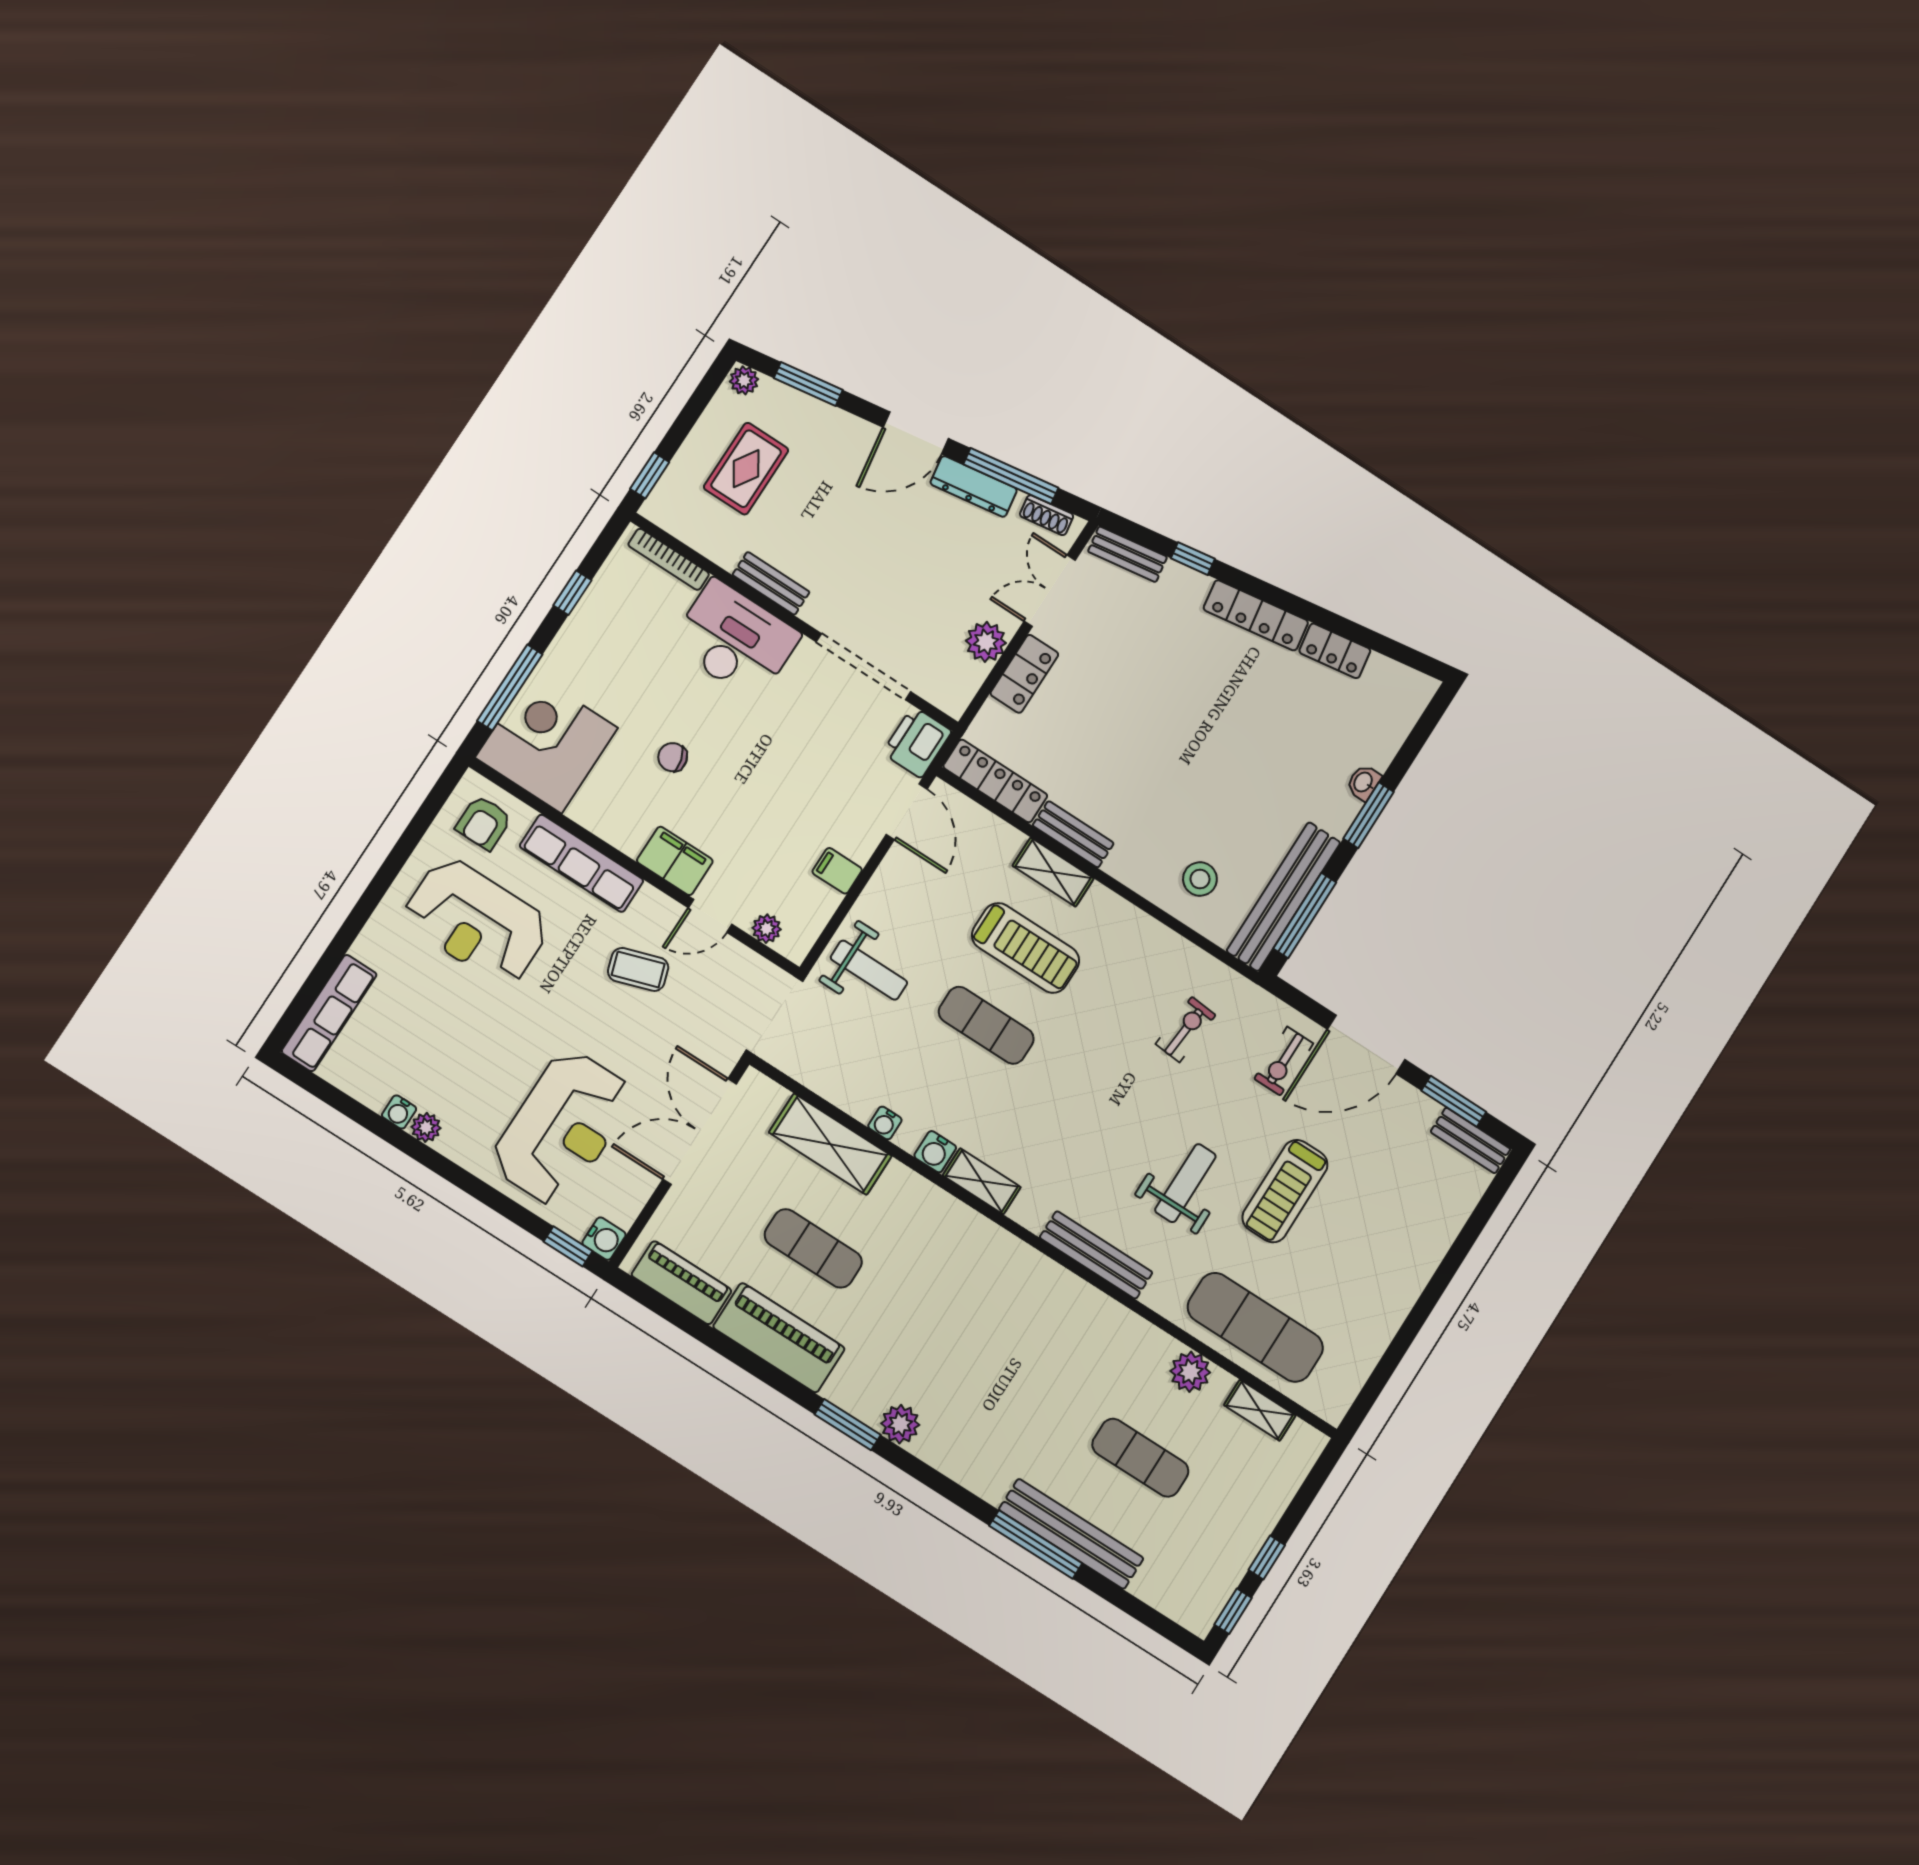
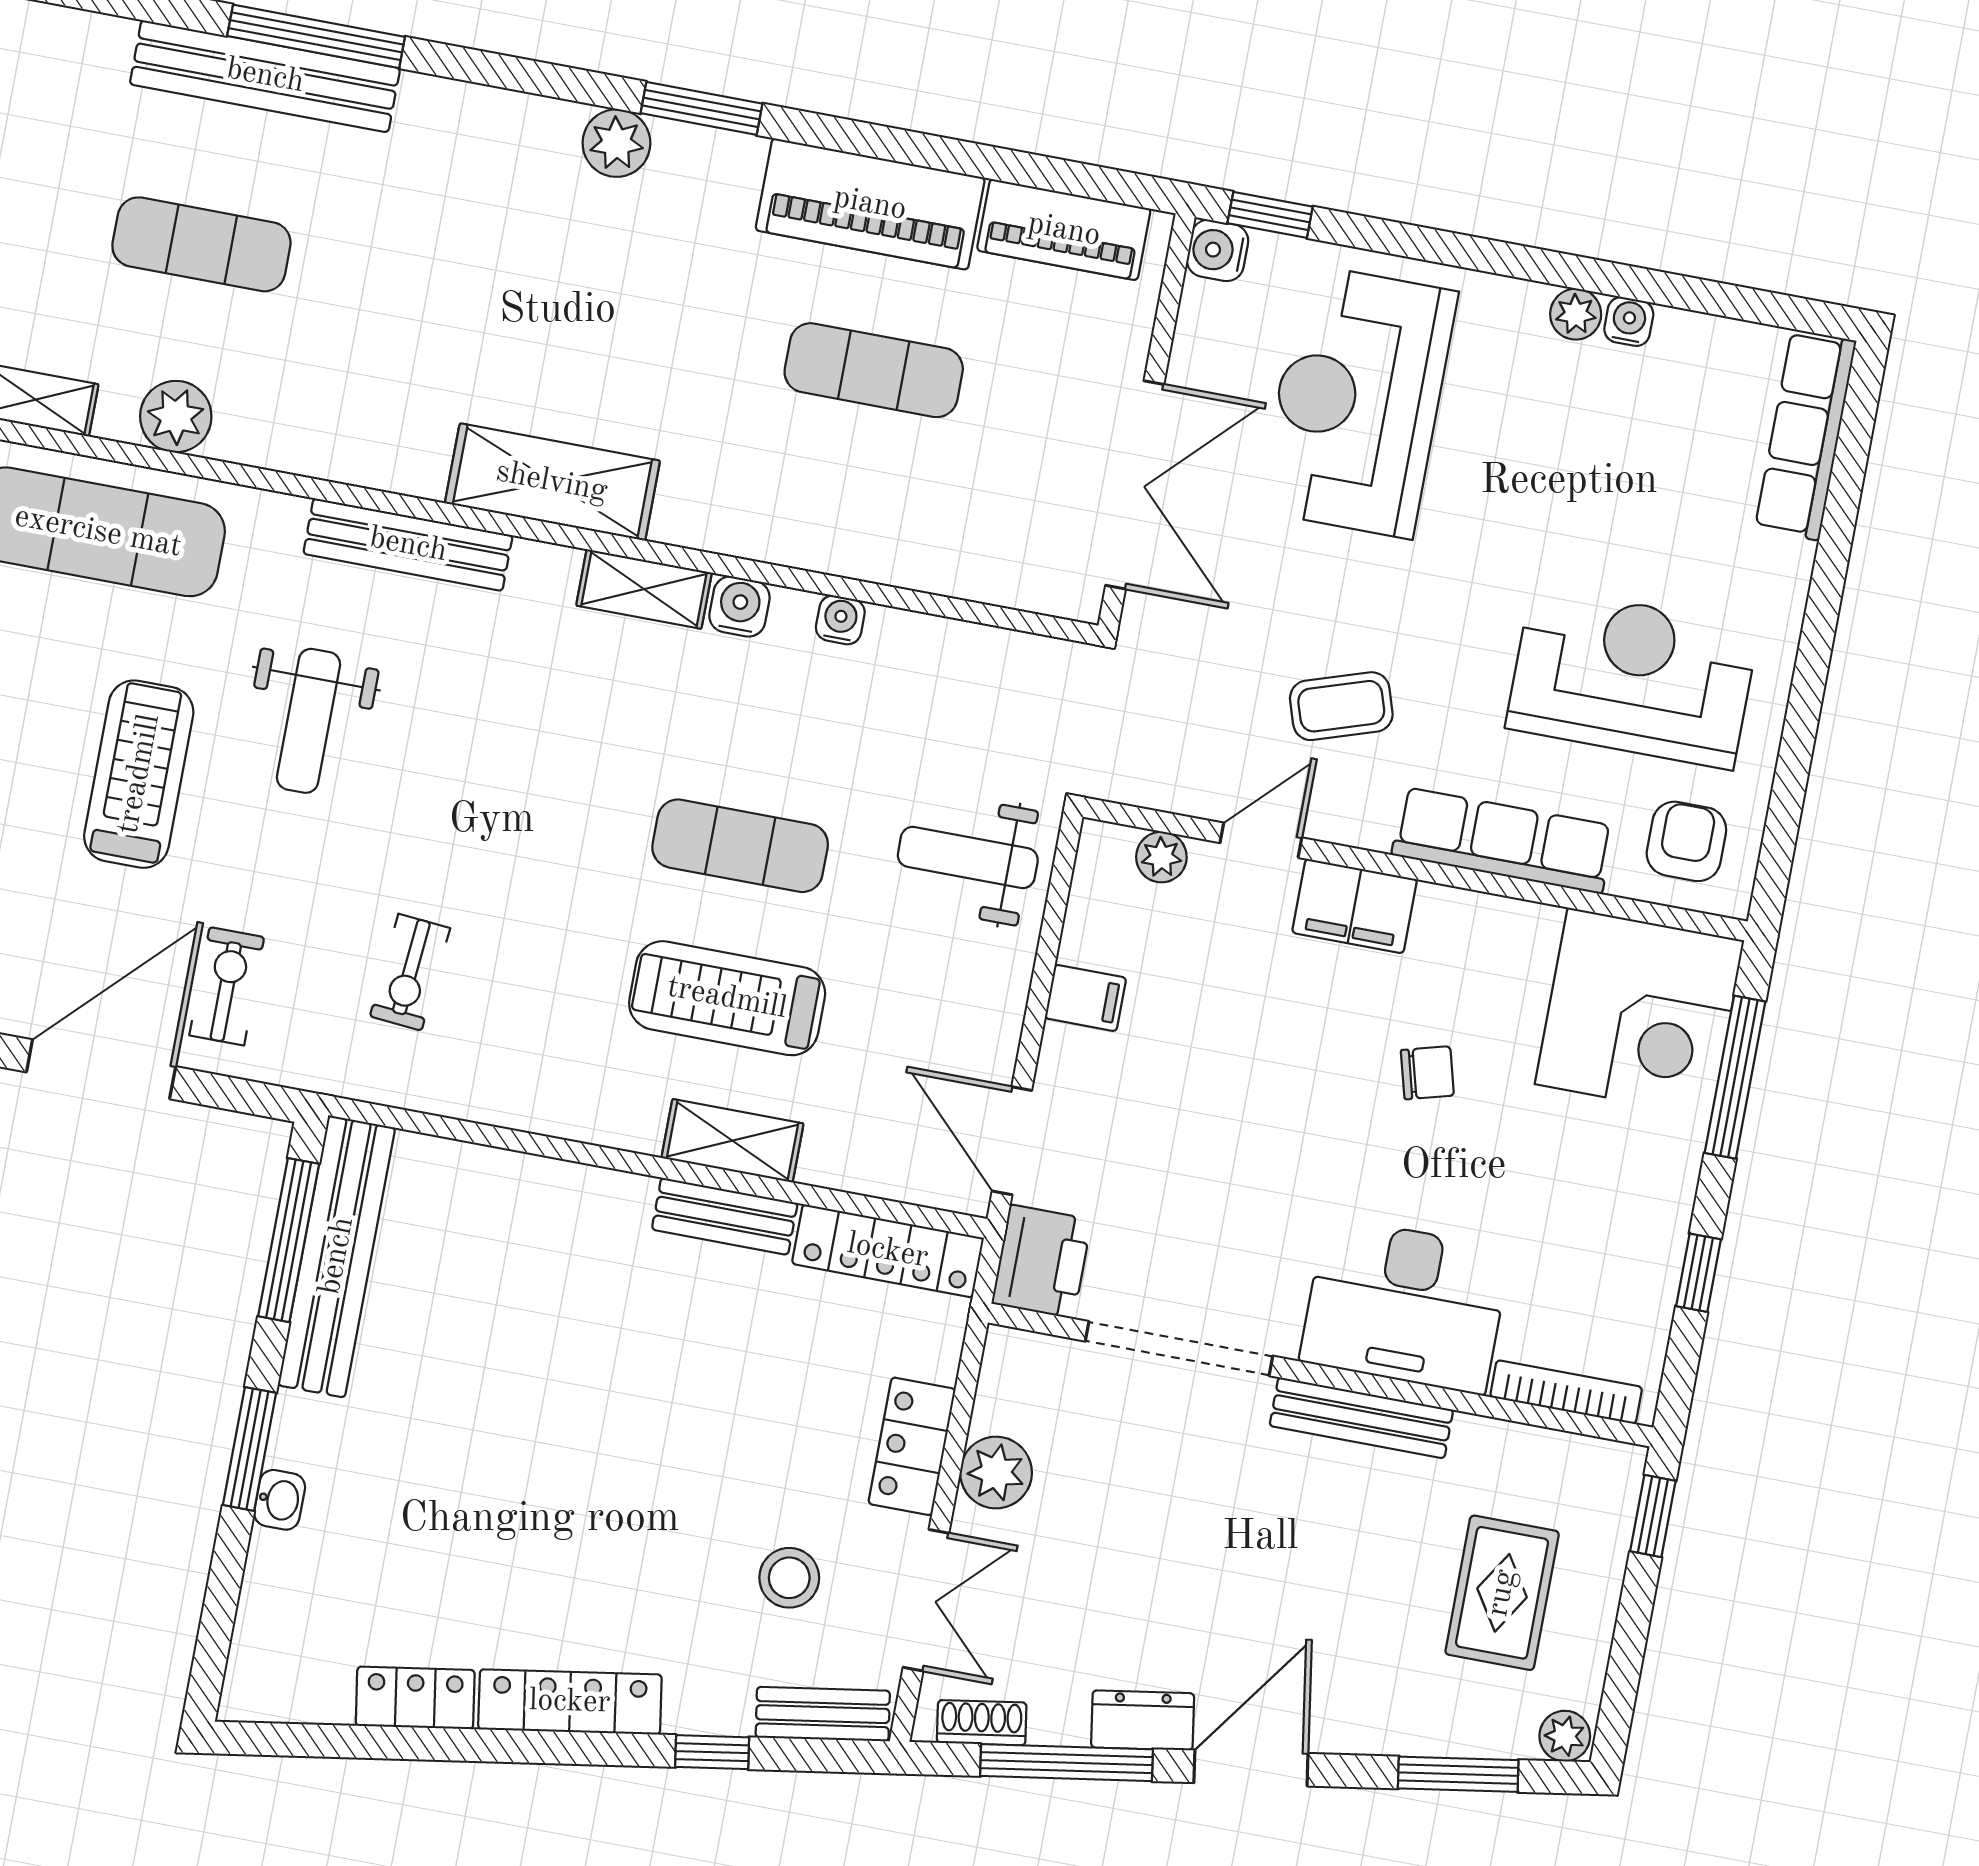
dresser: (974, 486) -> (1143, 1720), width x0.70
bench: (771, 583) -> (1361, 1418), width x1.36
stool: (1200, 879) -> (789, 1578), moved
shelving: (830, 1144) -> (552, 482), moved

